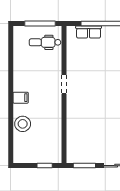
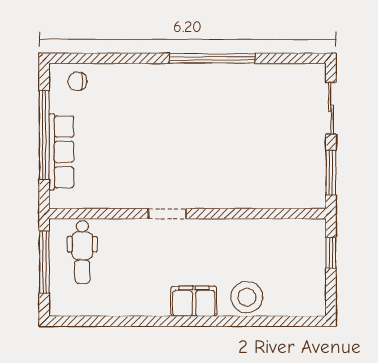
row of seats: (89, 32) -> (61, 152), width x1.48
filing cabinet: (21, 98) -> (194, 301), width x2.00

